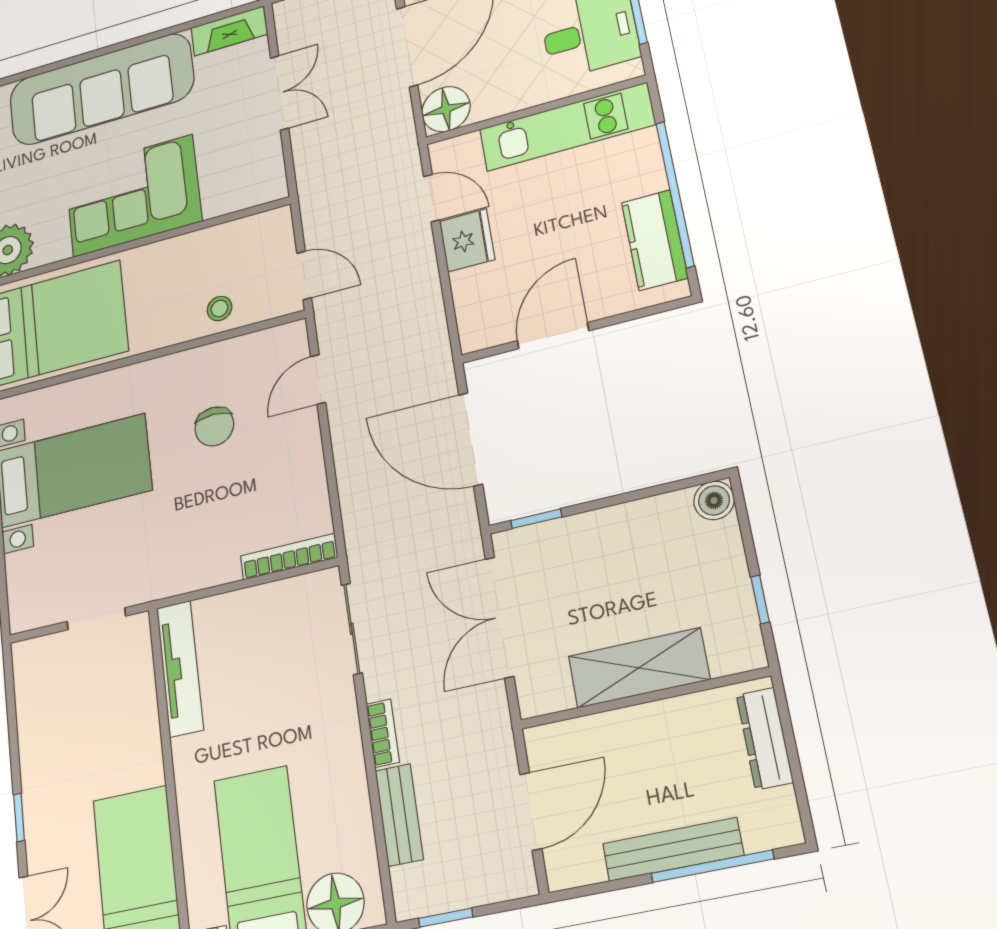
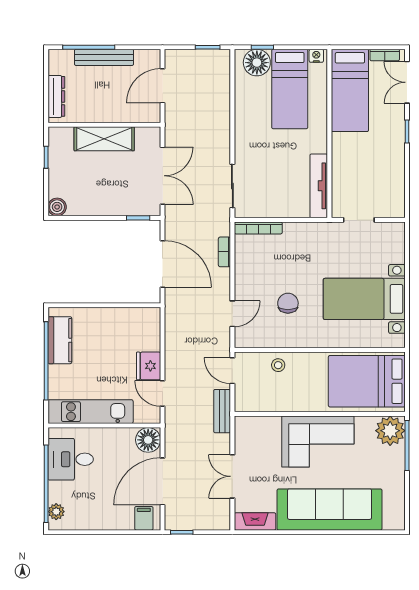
door: (553, 336) -> (115, 305), removed
bookcase: (383, 733) -> (224, 252), moved
bench: (399, 815) -> (222, 411), moved

